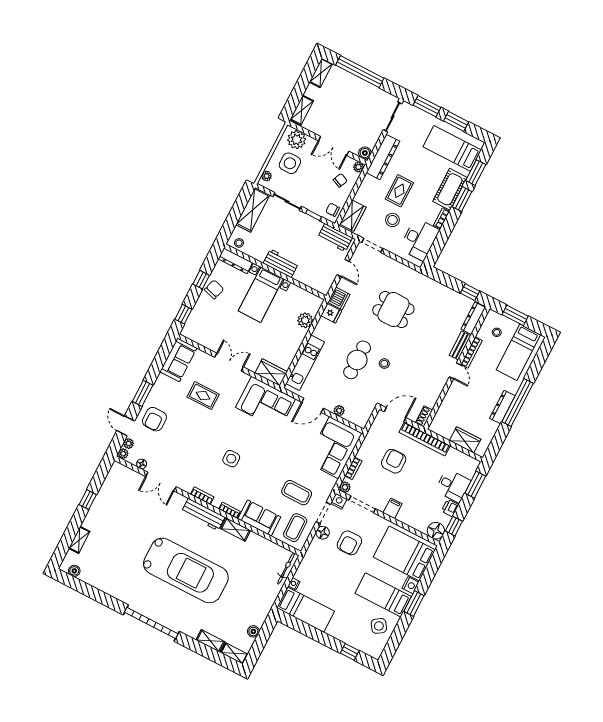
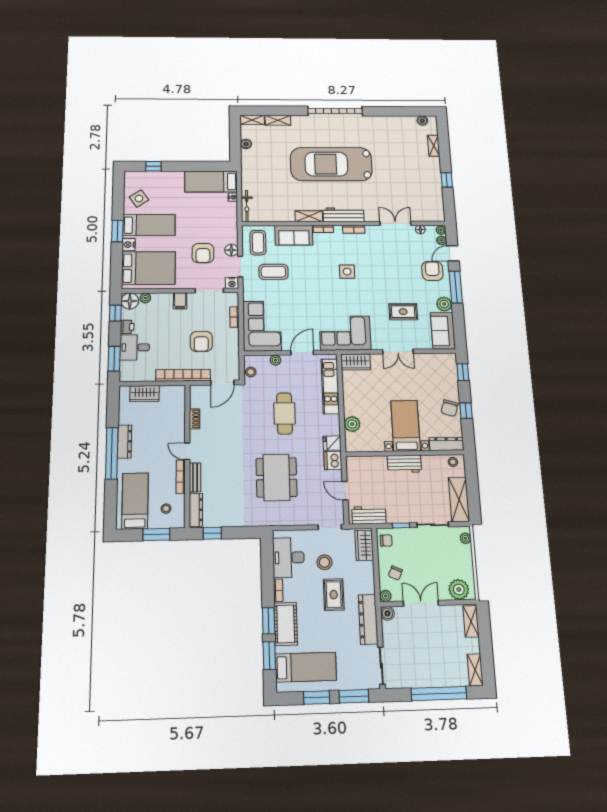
side table: (290, 163) -> (451, 563), removed
dining table: (393, 310) -> (276, 477), width x1.38
stool: (384, 364) -> (251, 372), moved
plant: (163, 383) -> (444, 304), added
window: (143, 393) -> (456, 287), width x1.44
shoe rack: (424, 416) -> (195, 419), moved
door: (126, 426) -> (453, 253), swing flipped
plant: (345, 487) -> (145, 298), moved
armchair: (349, 543) -> (203, 253), turned 180

